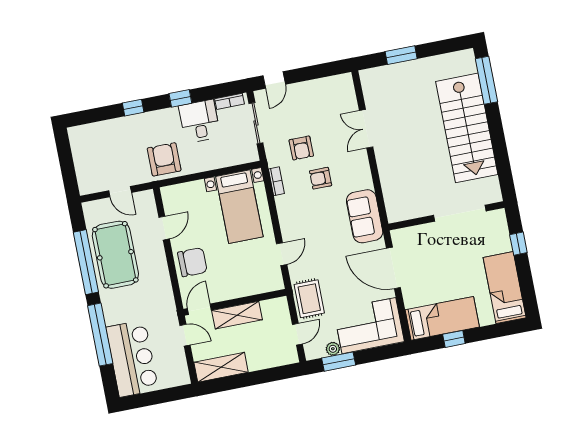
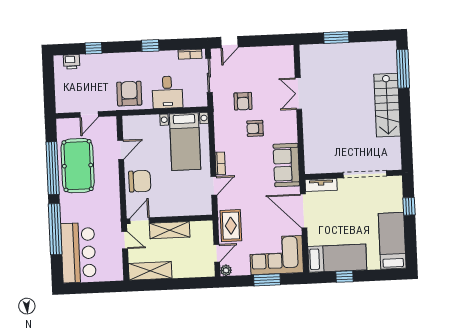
window: (133, 108) -> (94, 48), moved
desk: (199, 121) -> (167, 92), moved, turned 180
stairs: (467, 128) -> (387, 105), width x0.73, depth x0.66
printer: (89, 132) -> (72, 62), added
bookcase: (276, 181) -> (220, 163), moved
door: (120, 192) -> (89, 114), hinge flipped
tv unit: (410, 234) -> (321, 185), added
plant: (333, 349) -> (226, 270), moved
window: (339, 362) -> (267, 280), moved

